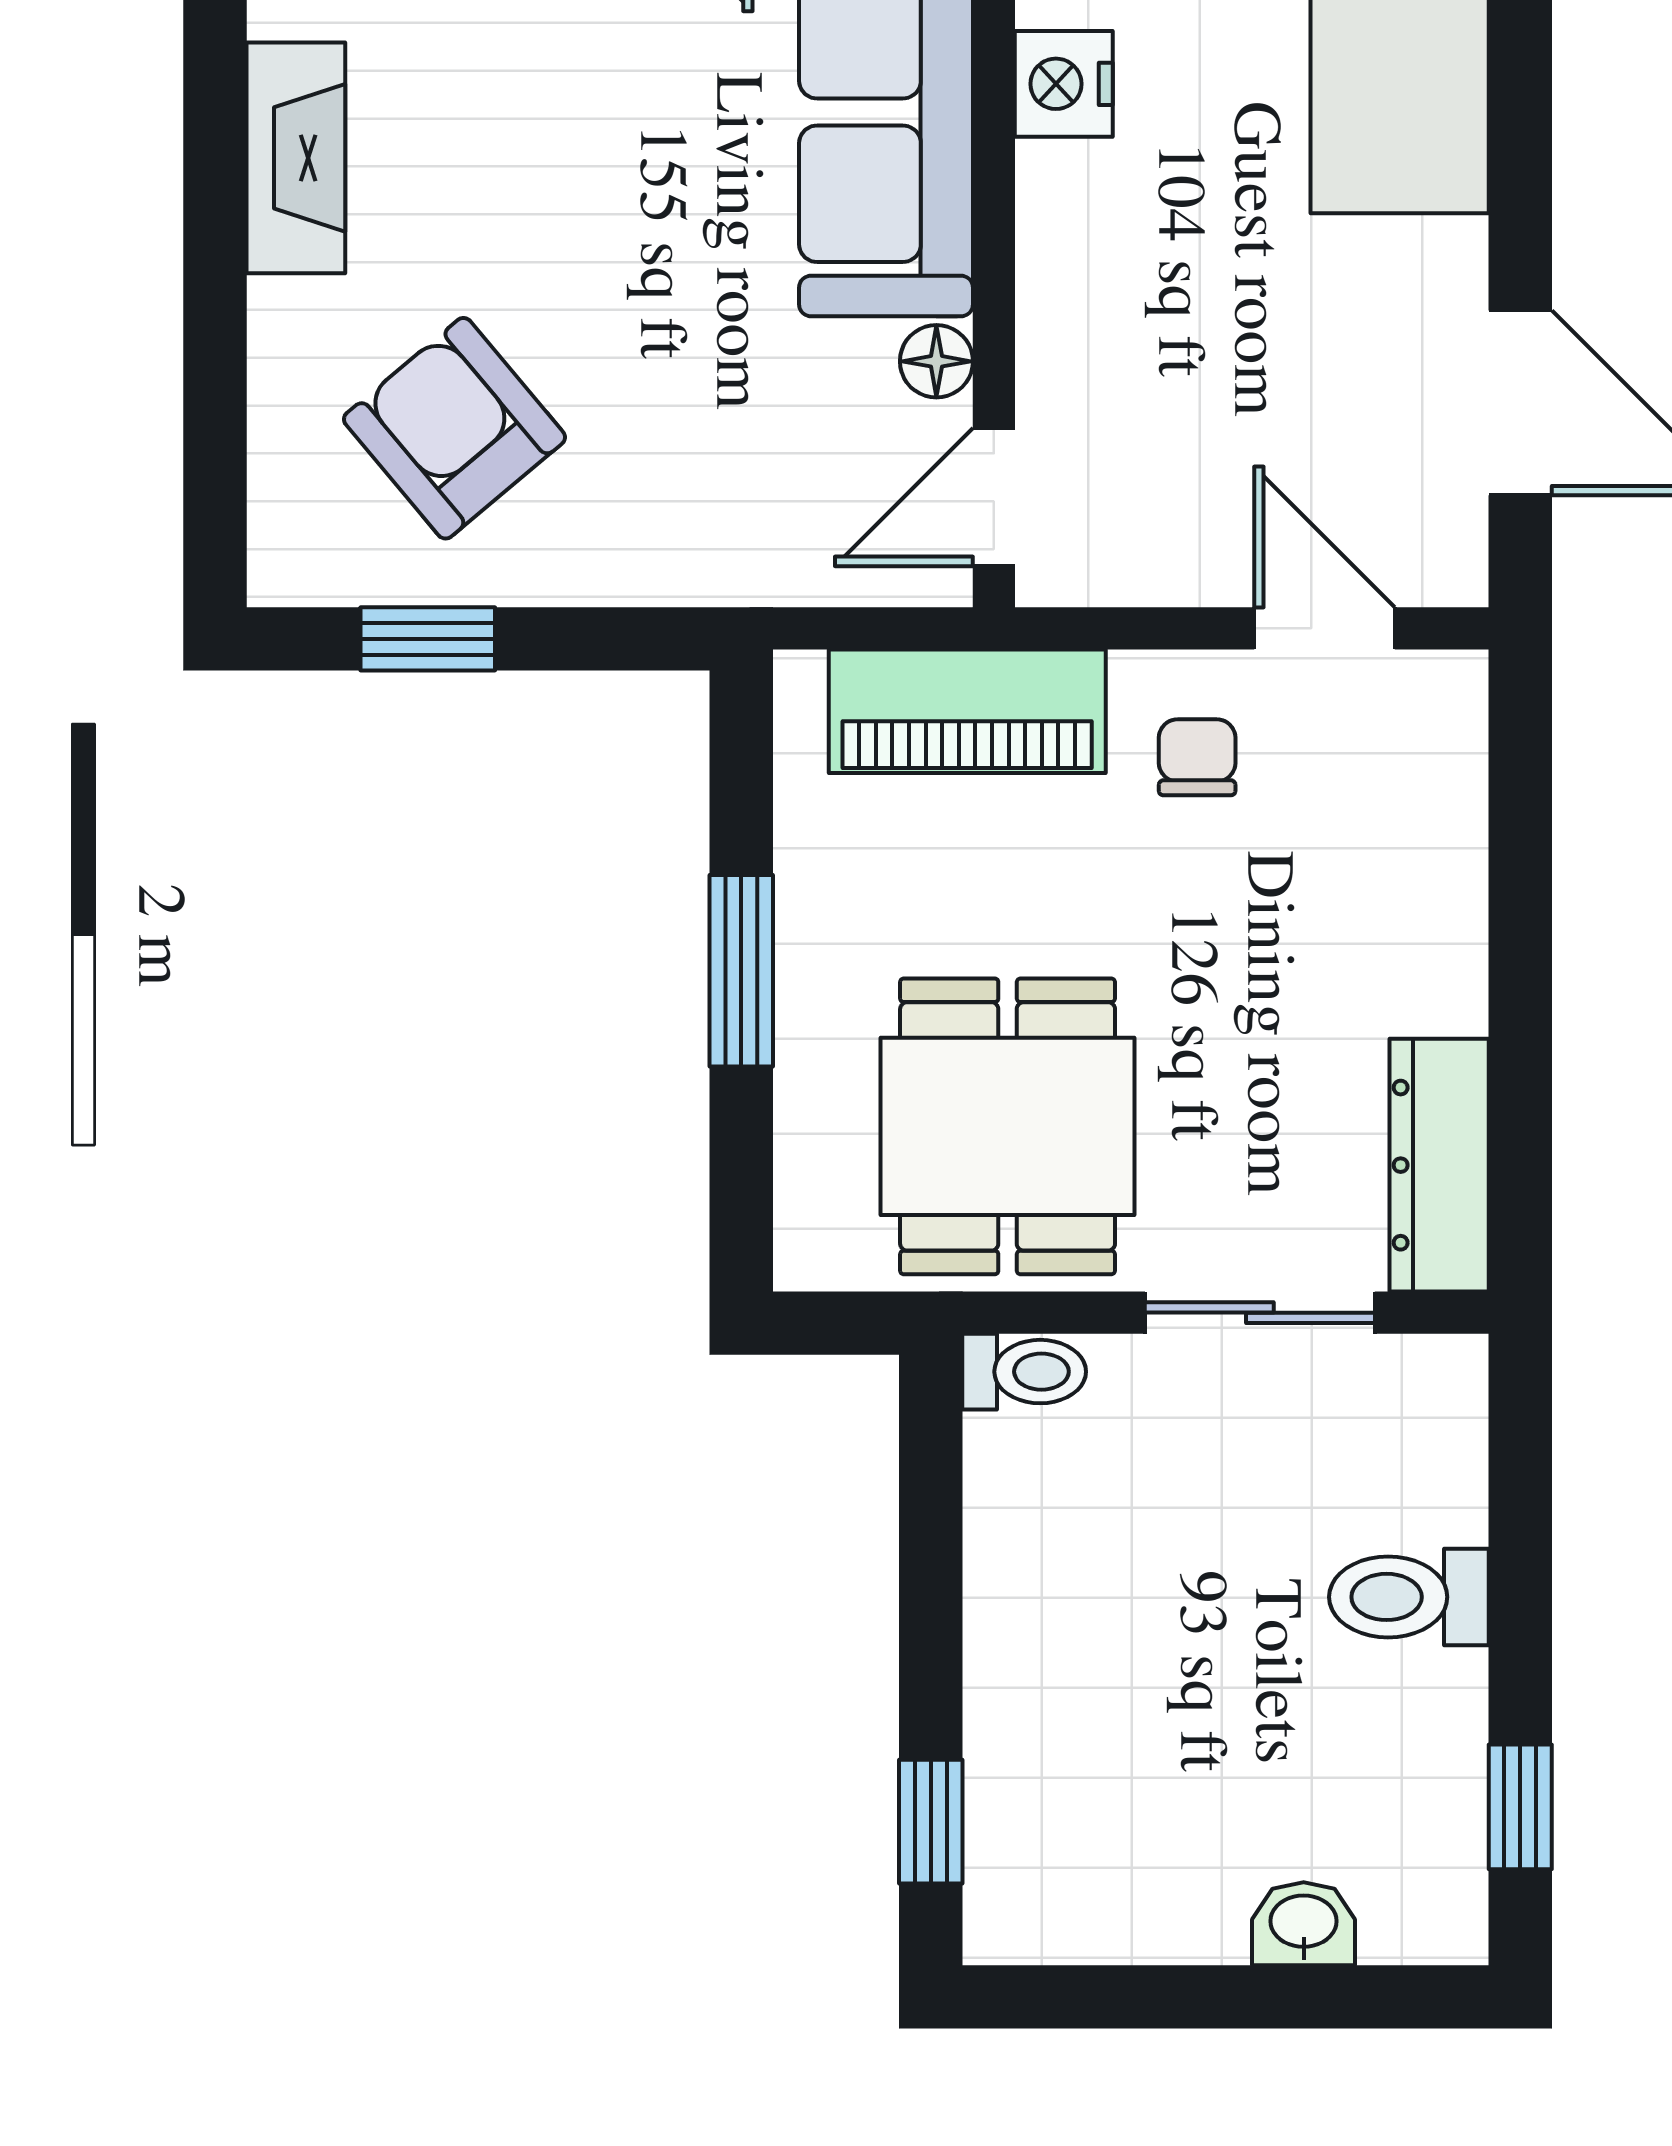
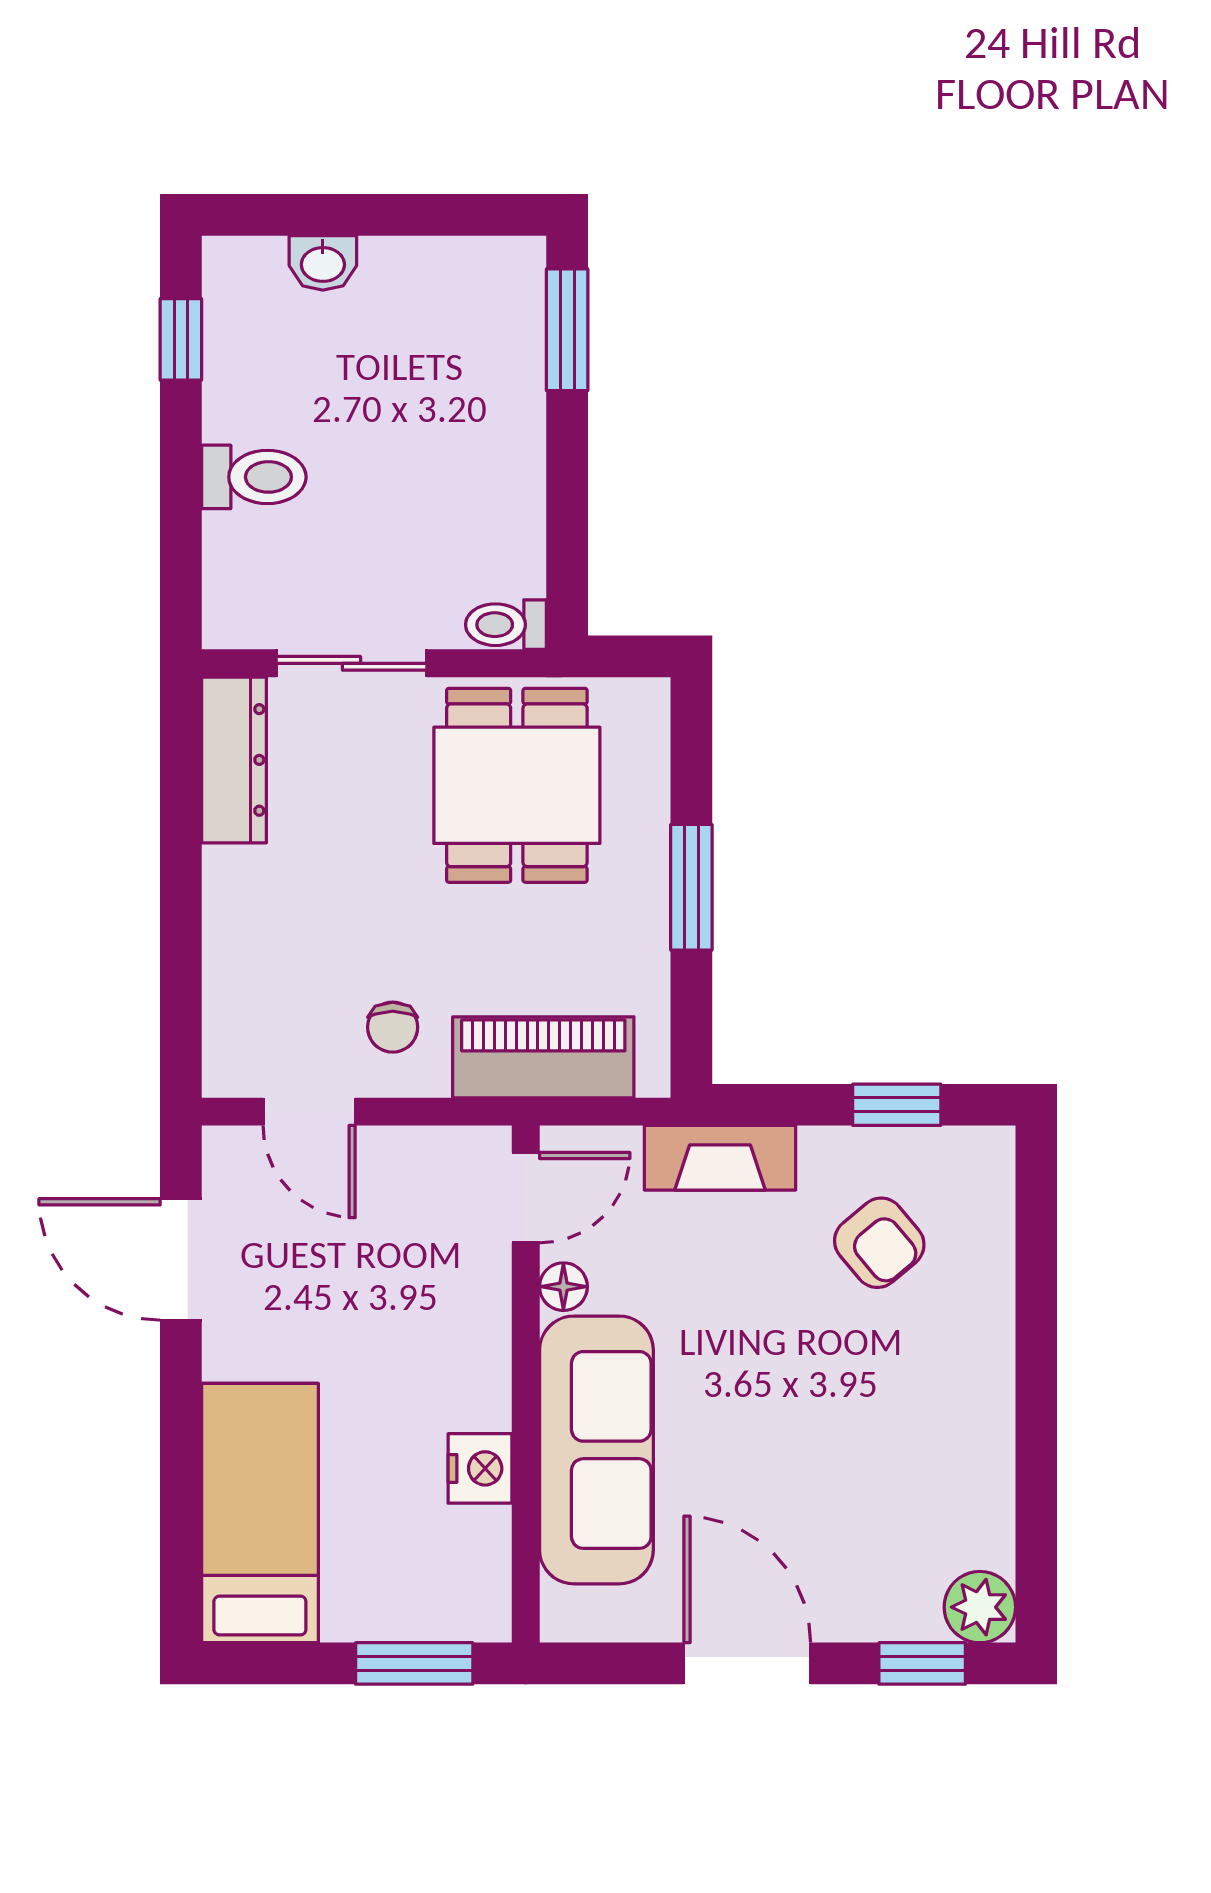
fireplace: (296, 158) -> (720, 1158), moved, turned -90
armchair: (454, 428) -> (879, 1243), width x0.72, depth x0.72
window: (931, 1822) -> (567, 330), width x1.50

